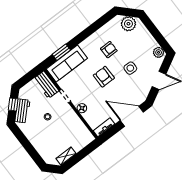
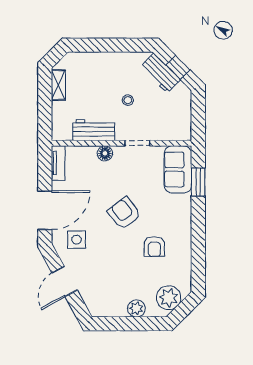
plant: (159, 52) -> (136, 308), moved
sofa: (67, 64) -> (178, 169), width x0.73
side table: (130, 68) -> (76, 240), moved
armchair: (104, 77) -> (124, 213), turned -128
workbench: (46, 85) -> (94, 130), moved

